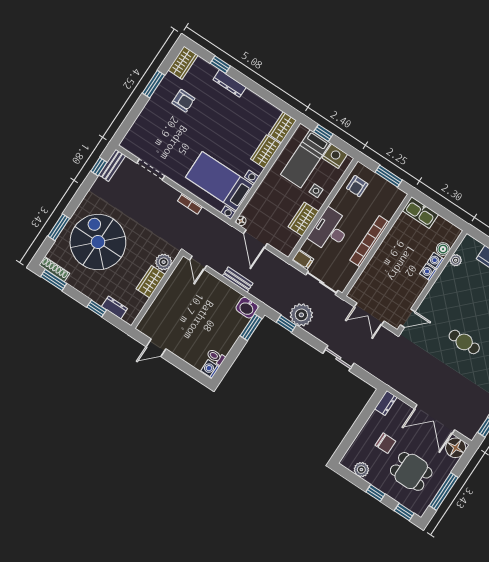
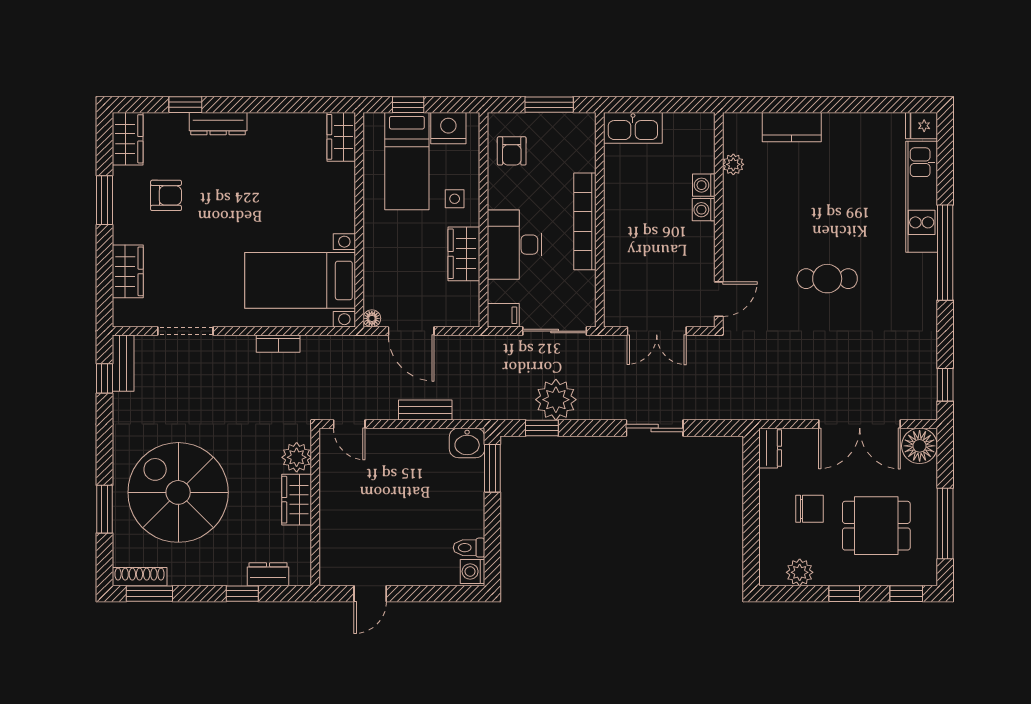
wardrobe: (266, 152) -> (128, 271), moved, turned 180
boiler: (443, 249) -> (703, 160), removed

